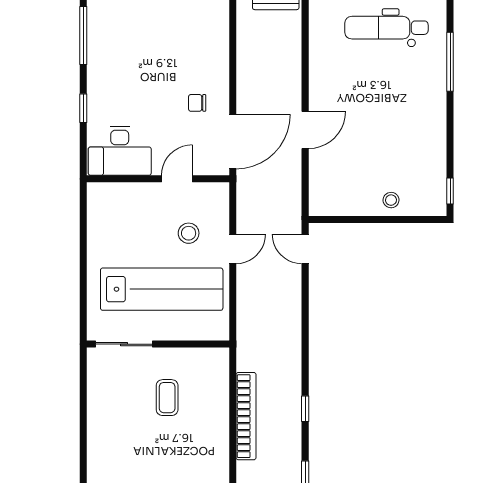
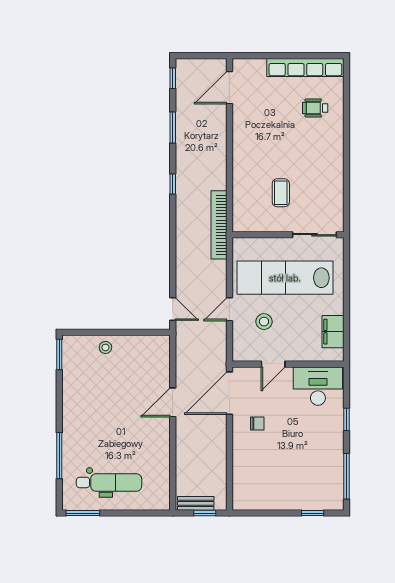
window: (450, 191) -> (59, 354), width x1.50
filing cabinet: (100, 220) -> (333, 332), added
bookcase: (246, 416) -> (219, 225), moved

